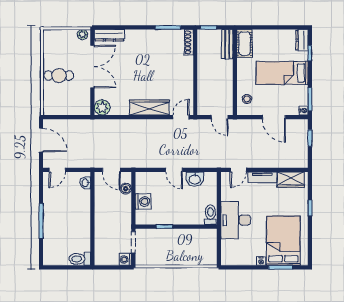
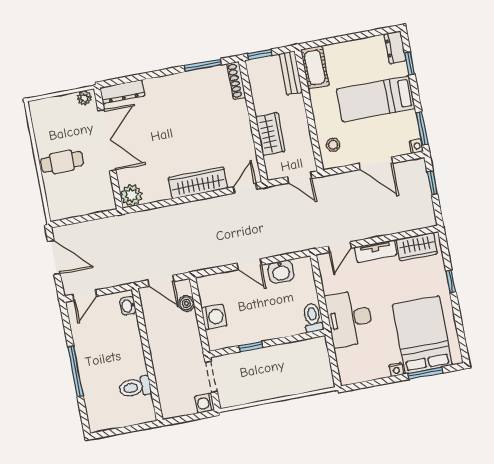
wardrobe: (205, 83) -> (270, 134), added
toilet: (80, 259) -> (135, 387), moved

